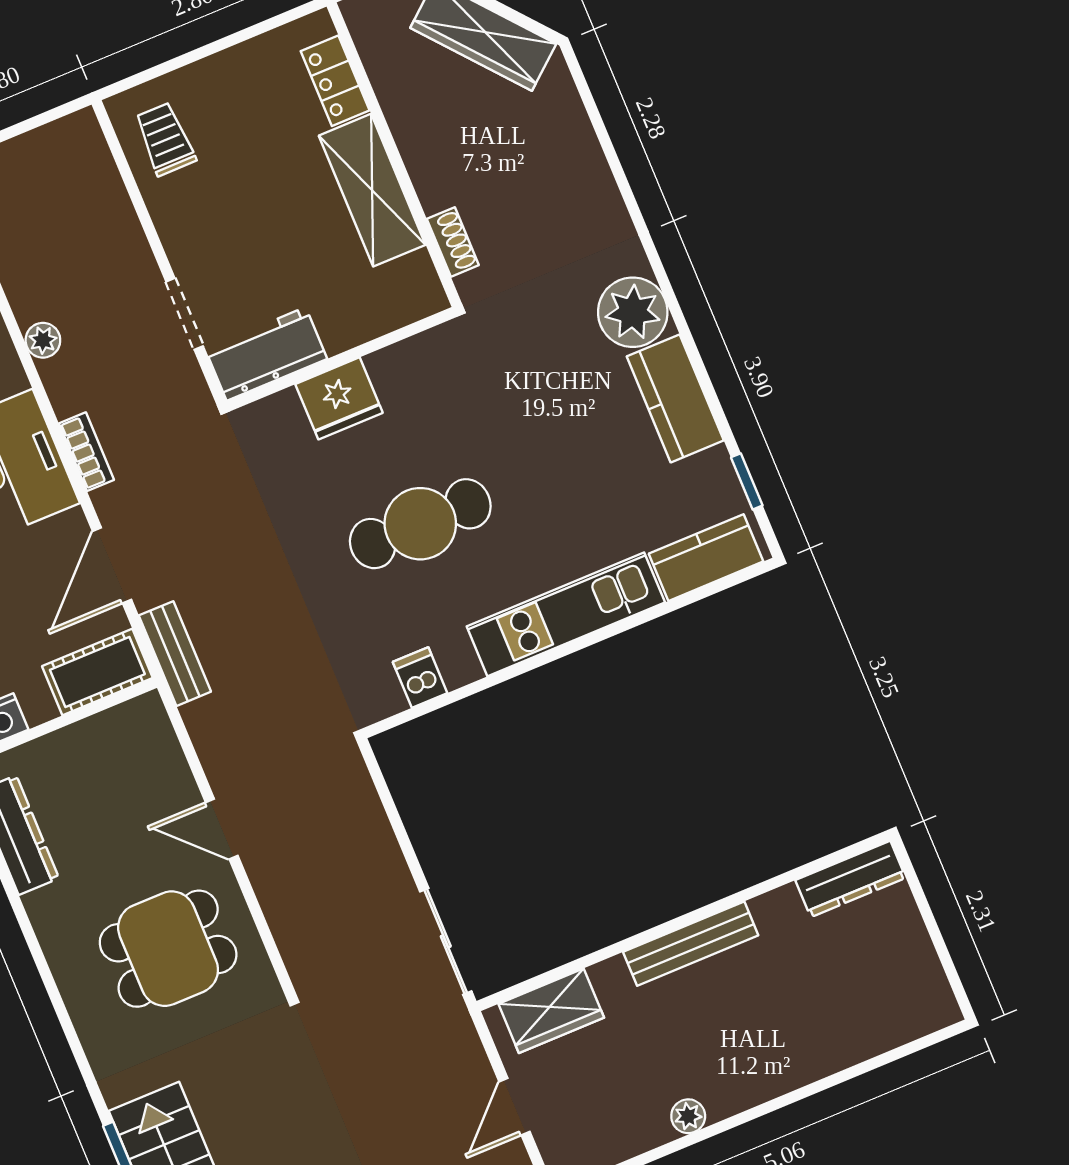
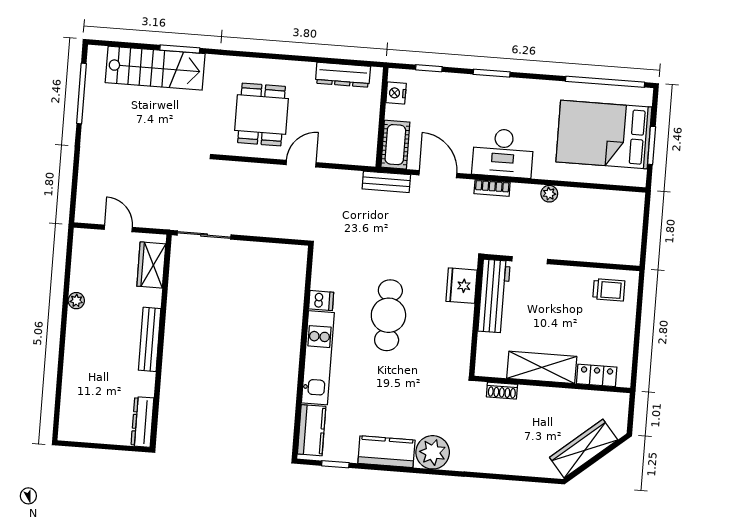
workbench: (266, 354) -> (494, 296), width x1.38
fridge: (339, 398) -> (461, 286), moved
dishwasher: (420, 678) -> (321, 301), moved

